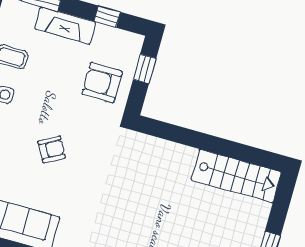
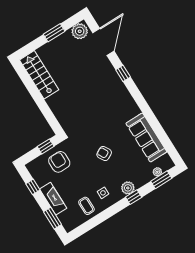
window: (145, 69) -> (46, 146), moved
armchair: (102, 83) -> (59, 162), turned 180

